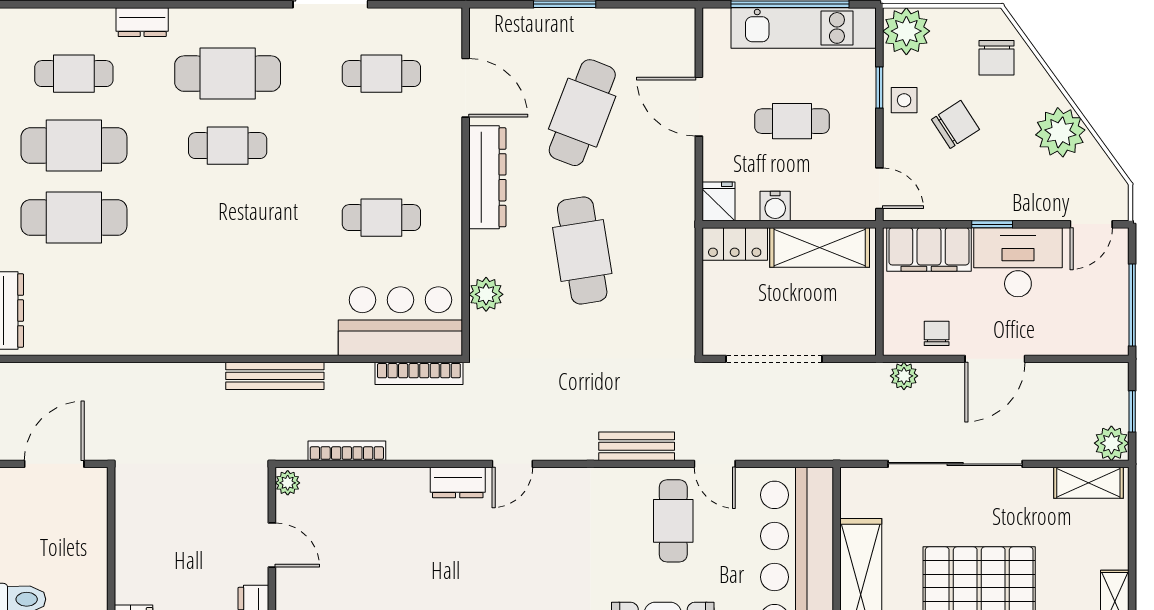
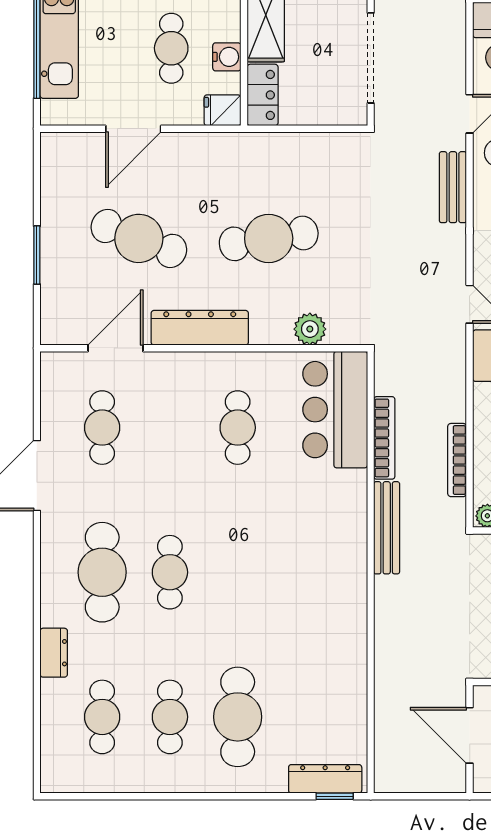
cafe table: (792, 121) -> (171, 48), moved
cafe table: (74, 146) -> (170, 717), width x0.73, depth x0.74
bookcase: (419, 373) -> (384, 438), moved

